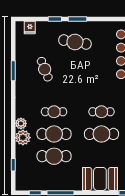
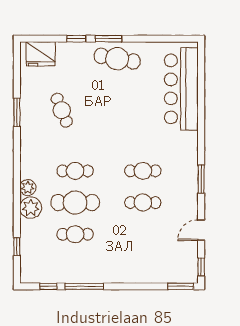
fridge: (30, 28) -> (41, 54), width x1.88, depth x1.34
cafe table: (75, 42) -> (117, 59), moved
cafe table: (101, 134) -> (143, 203), width x0.73, depth x0.74
cafe table: (54, 156) -> (75, 234), width x0.73, depth x0.74
booth: (100, 179) -> (141, 267), removed

